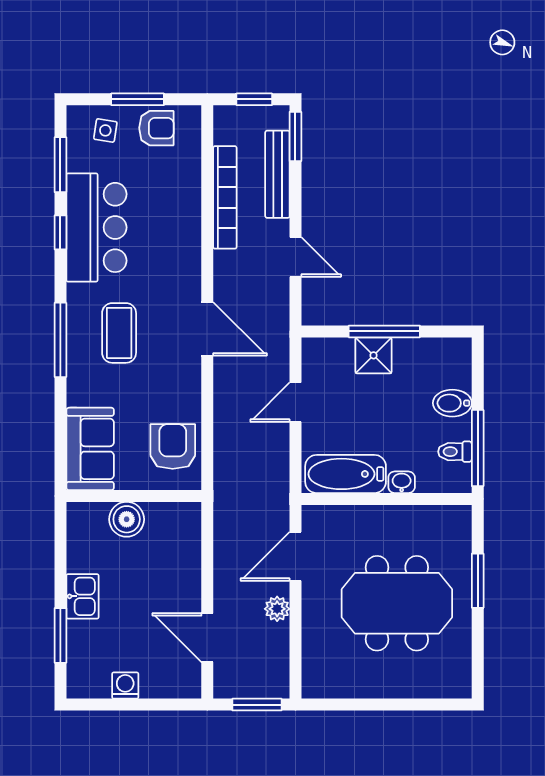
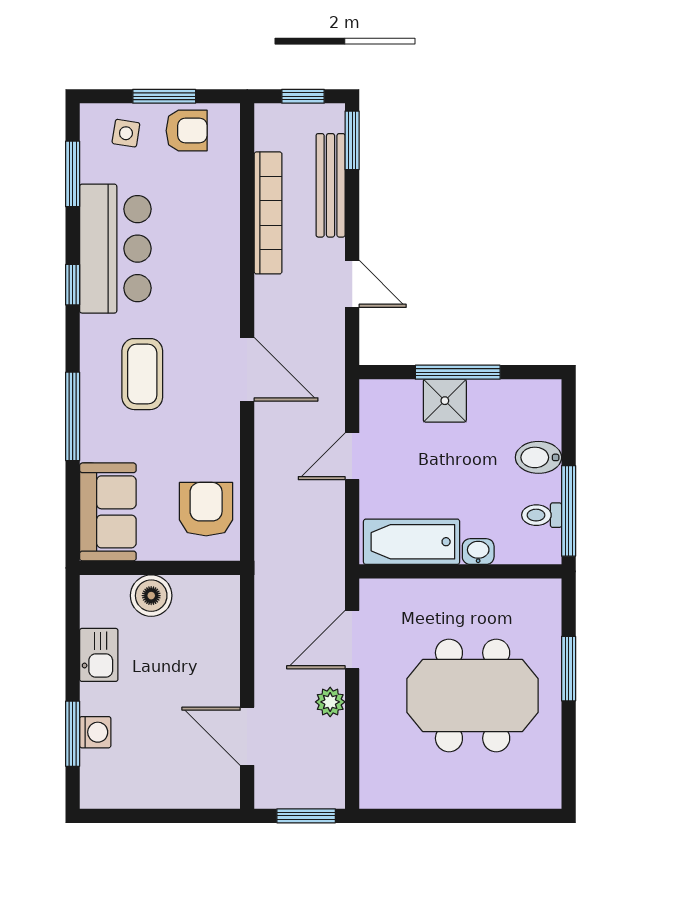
window: (60, 232) -> (73, 285), moved
window: (60, 340) -> (73, 416), moved
kitchen sink: (82, 596) -> (99, 655), moved
washing machine: (125, 685) -> (95, 732), moved, turned 90

